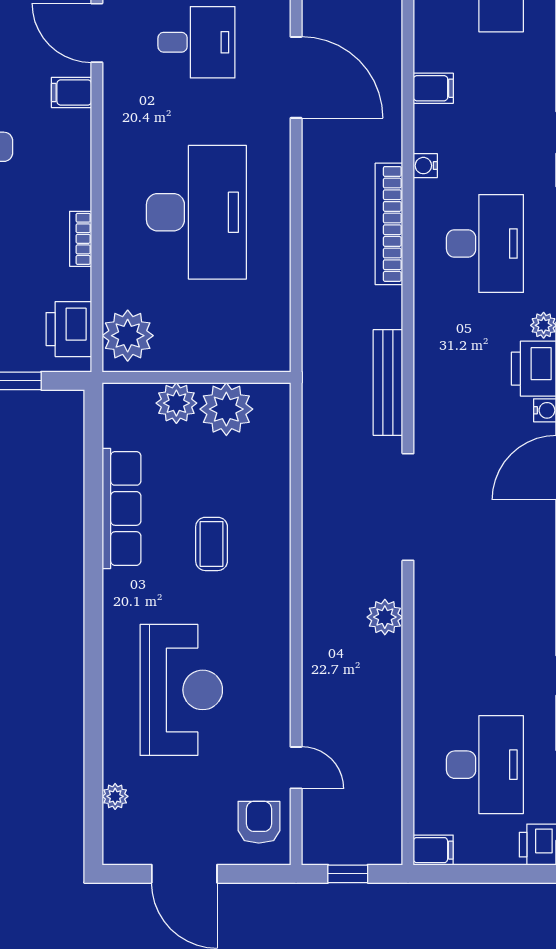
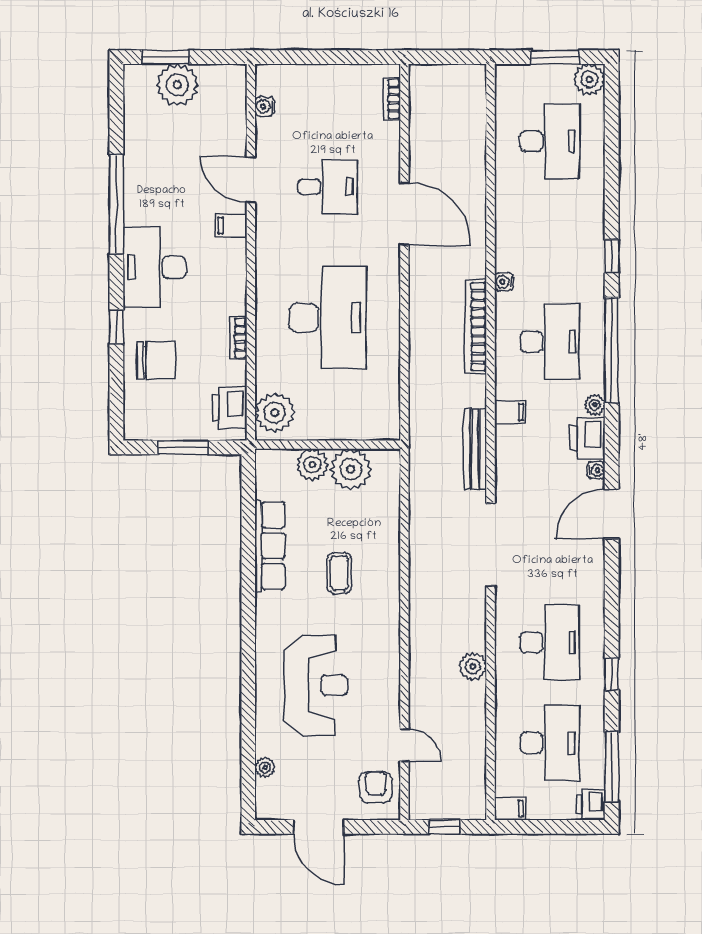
filing cabinet: (433, 88) -> (510, 412), moved
plant: (385, 617) -> (473, 666), moved
desk: (485, 634) -> (550, 643), added

